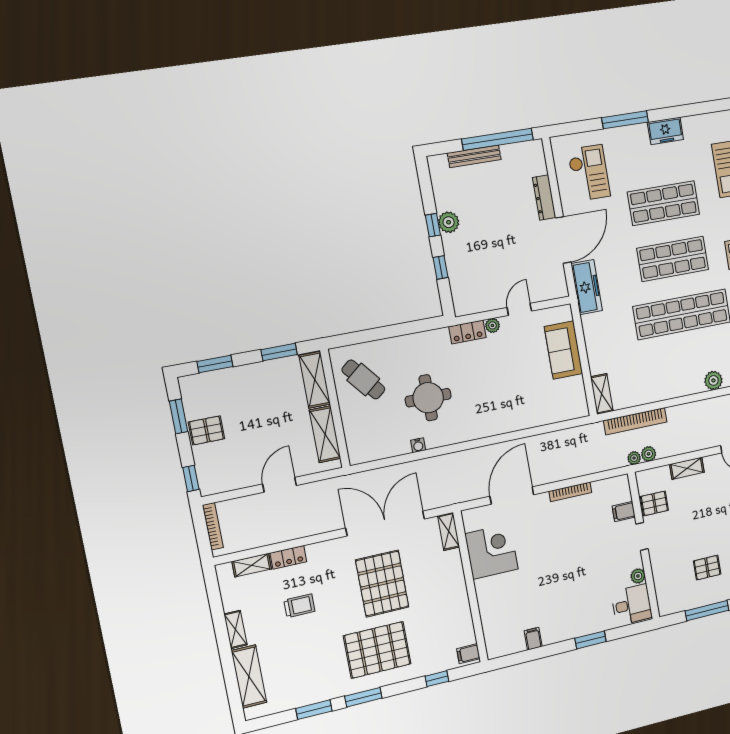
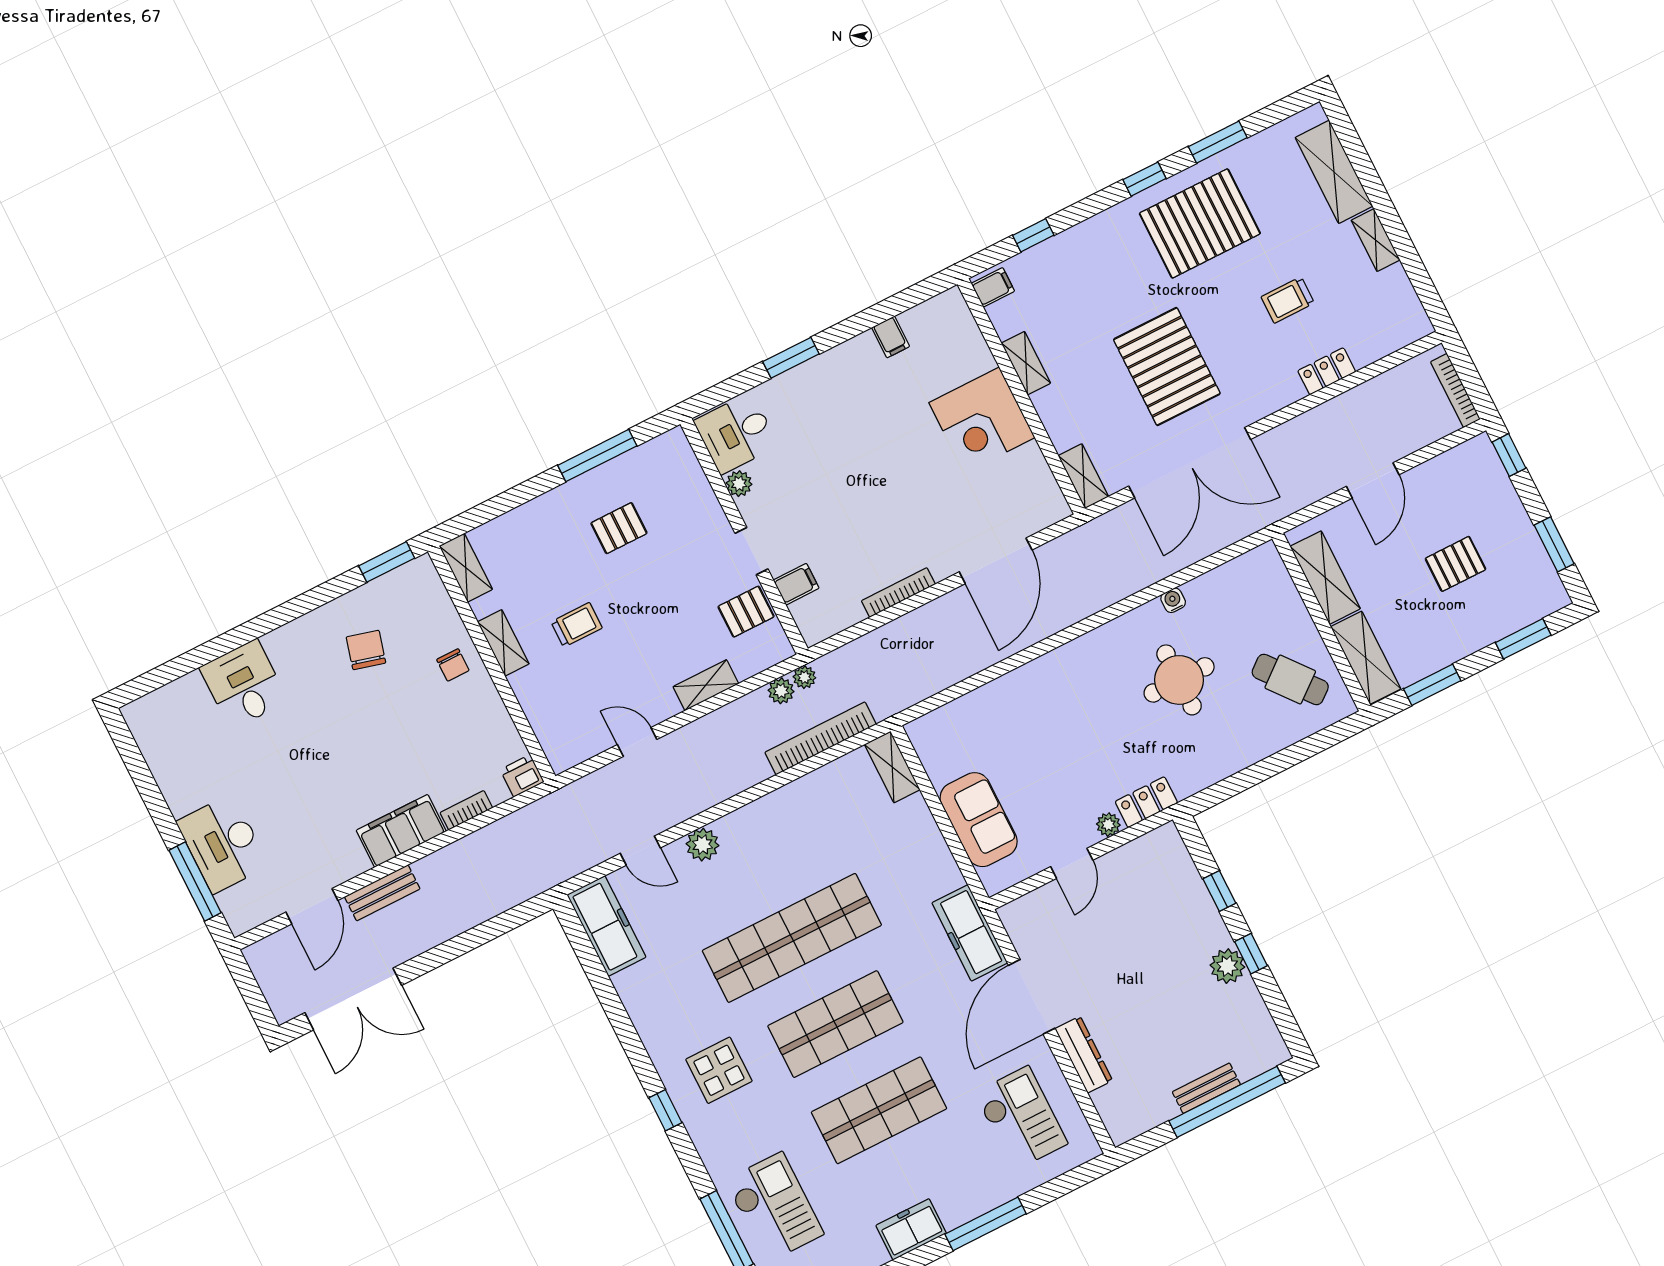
window: (498, 139) -> (1227, 1102), moved
bench: (474, 156) -> (1206, 1088), width x0.73
checkout: (589, 173) -> (1021, 1118), turned 180
pallet: (206, 430) -> (1455, 564), moved
corner desk: (492, 551) -> (982, 420), moved
shelving: (252, 565) -> (1026, 363), moved, turned 90
pallet: (377, 650) -> (1200, 223), moved
window: (363, 697) -> (1145, 179), width x0.67

